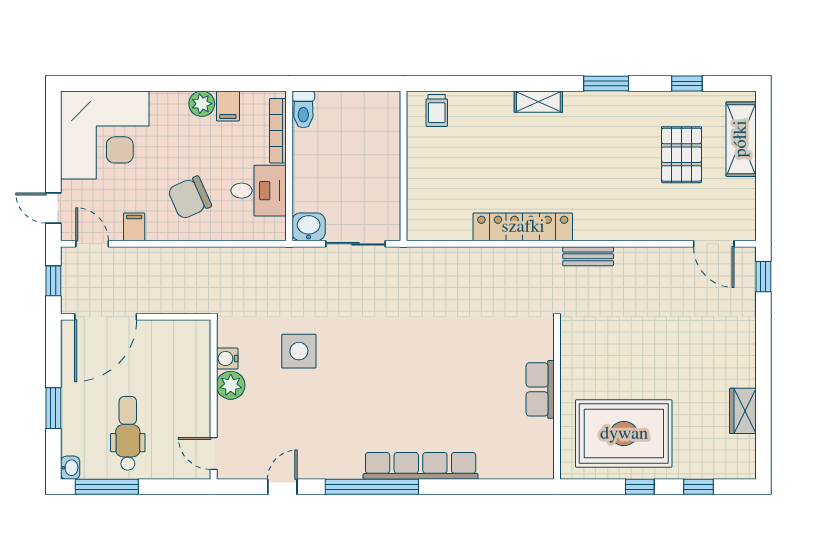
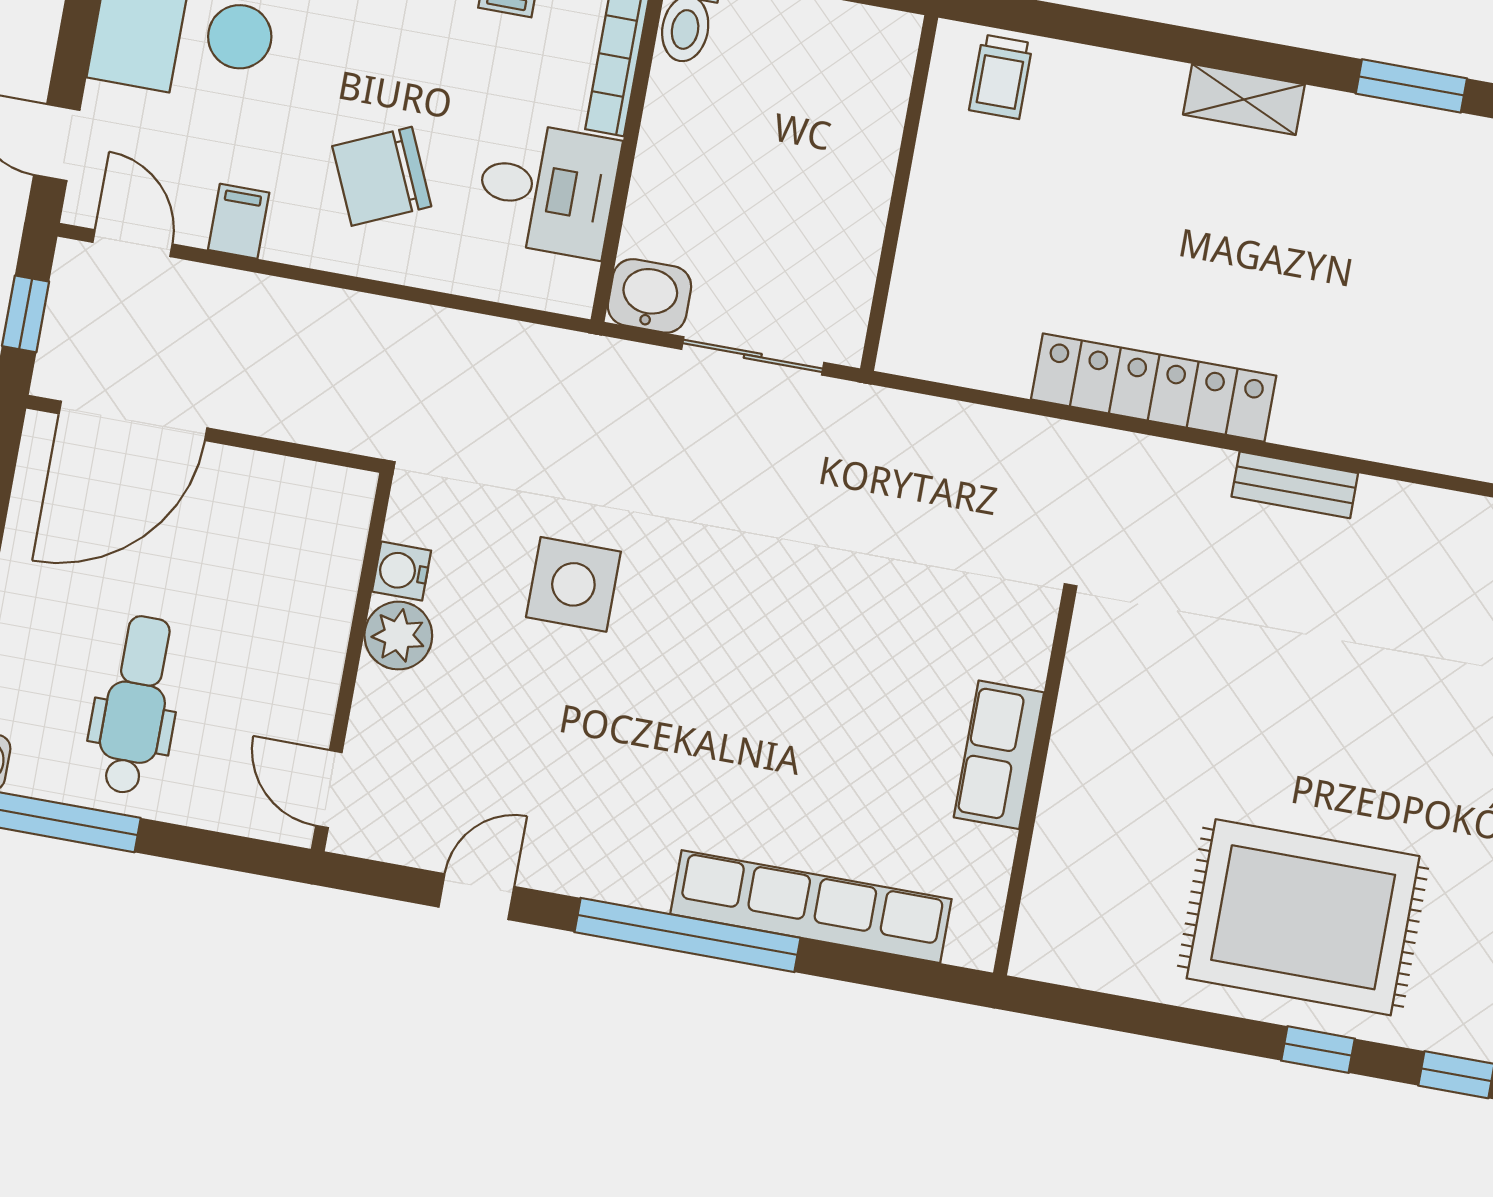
row of seats: (540, 389) -> (999, 755), moved
wall: (557, 400) -> (1034, 786), moved

